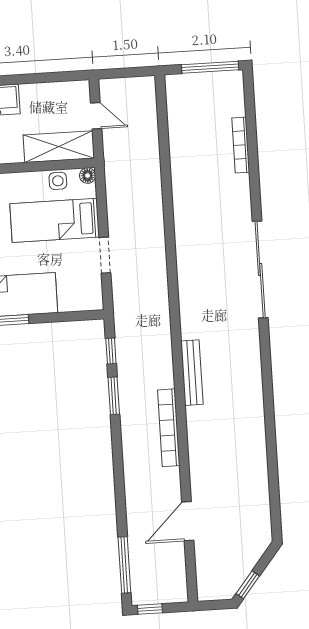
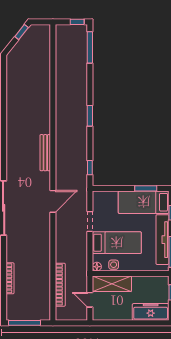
window: (114, 396) -> (90, 116), moved
bookcase: (169, 428) -> (60, 285), moved
door: (188, 521) -> (53, 201), moved

